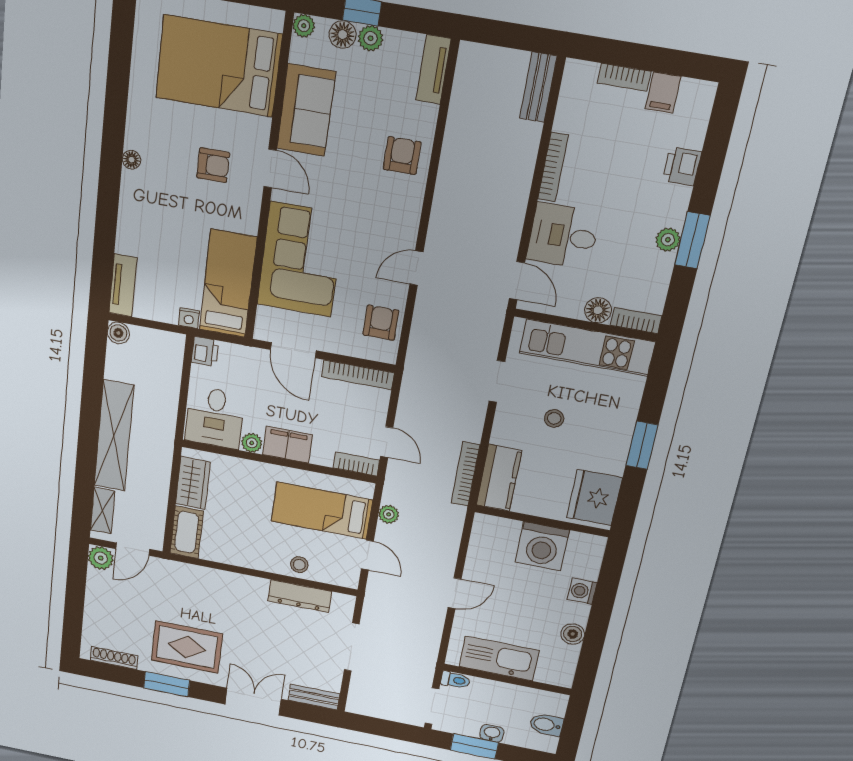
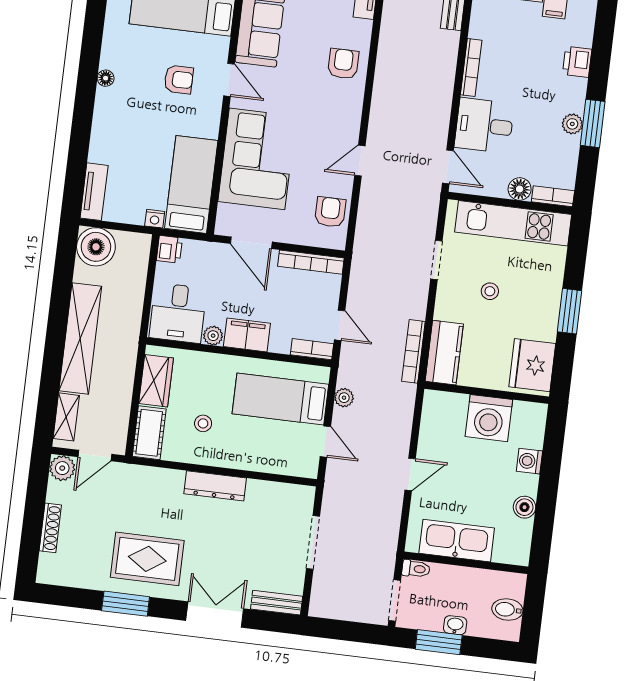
boiler: (118, 333) -> (96, 247), width x1.86, depth x1.86
stool: (299, 565) -> (203, 423), moved
dresser: (300, 596) -> (215, 486), moved
shoe rack: (114, 658) -> (50, 528), moved, turned 90

